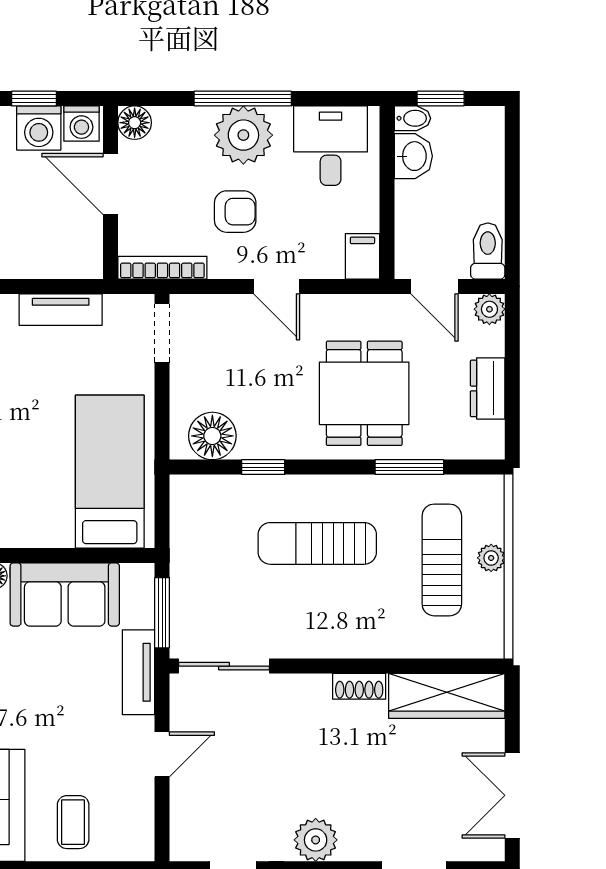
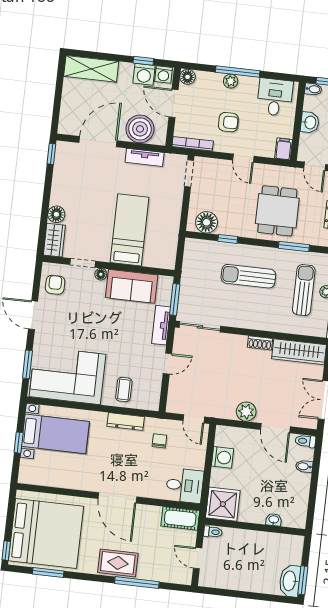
plant: (243, 135) -> (231, 81), width x0.53, depth x0.53
washbasin: (413, 156) -> (310, 122), moved
boiler: (44, 248) -> (140, 129), added
bed: (110, 472) -> (130, 230), moved
plant: (316, 840) -> (246, 412), moved

